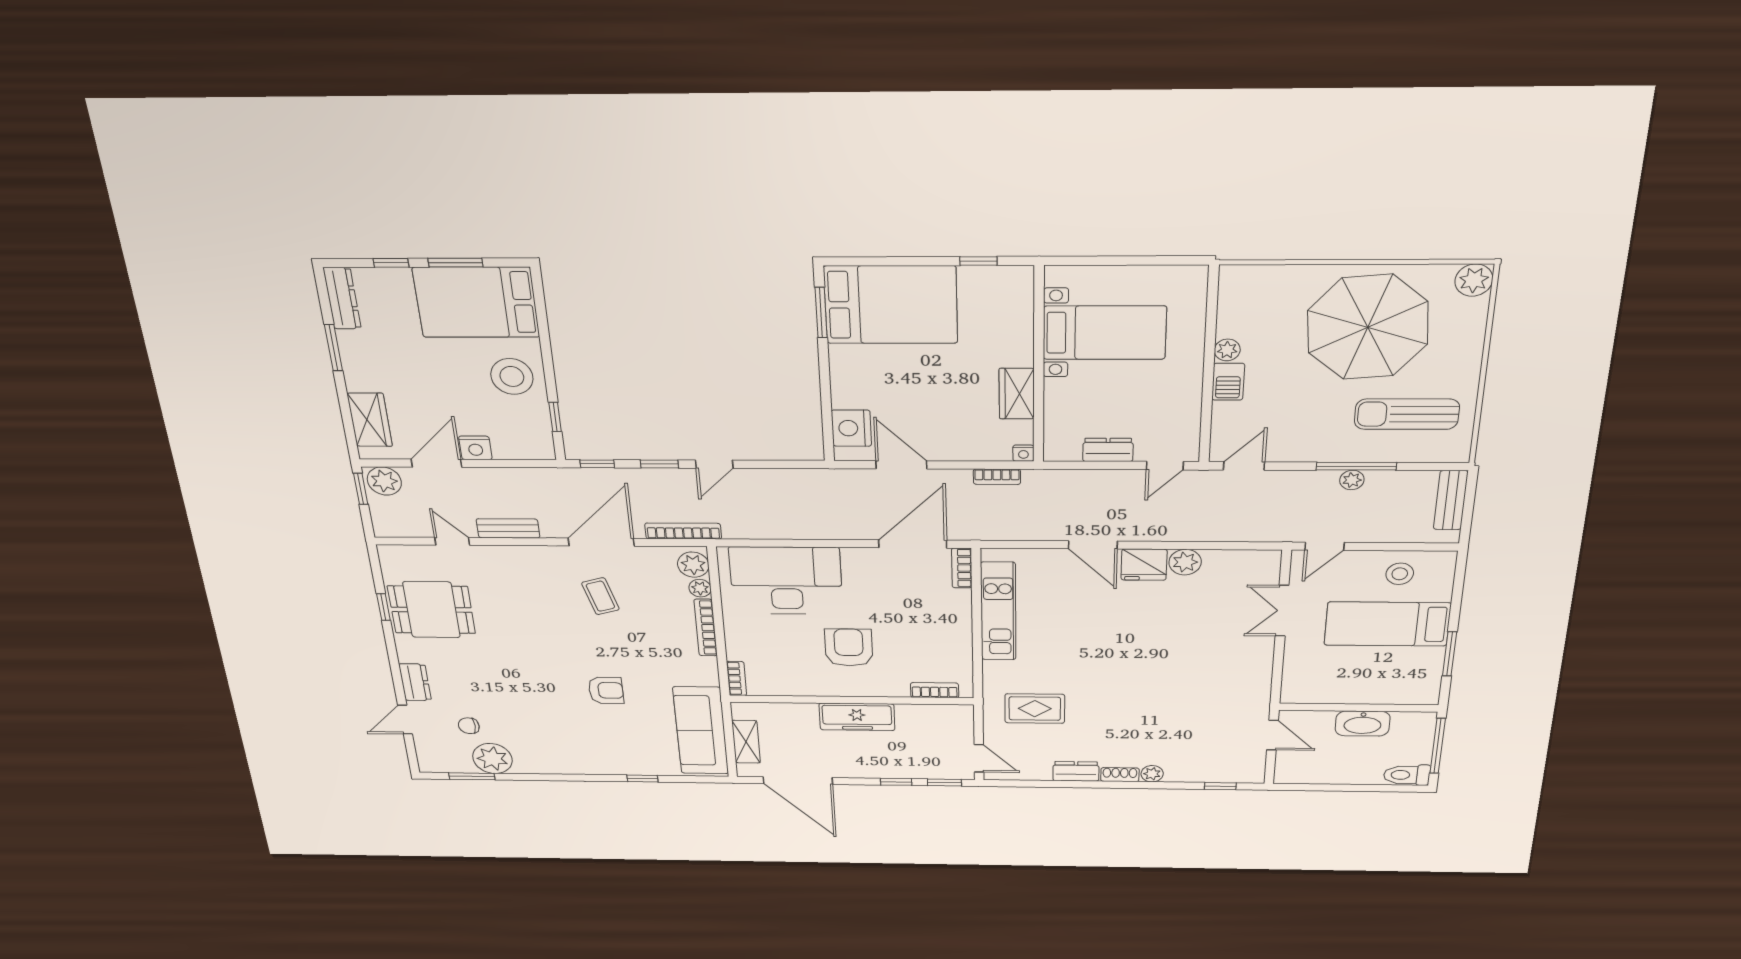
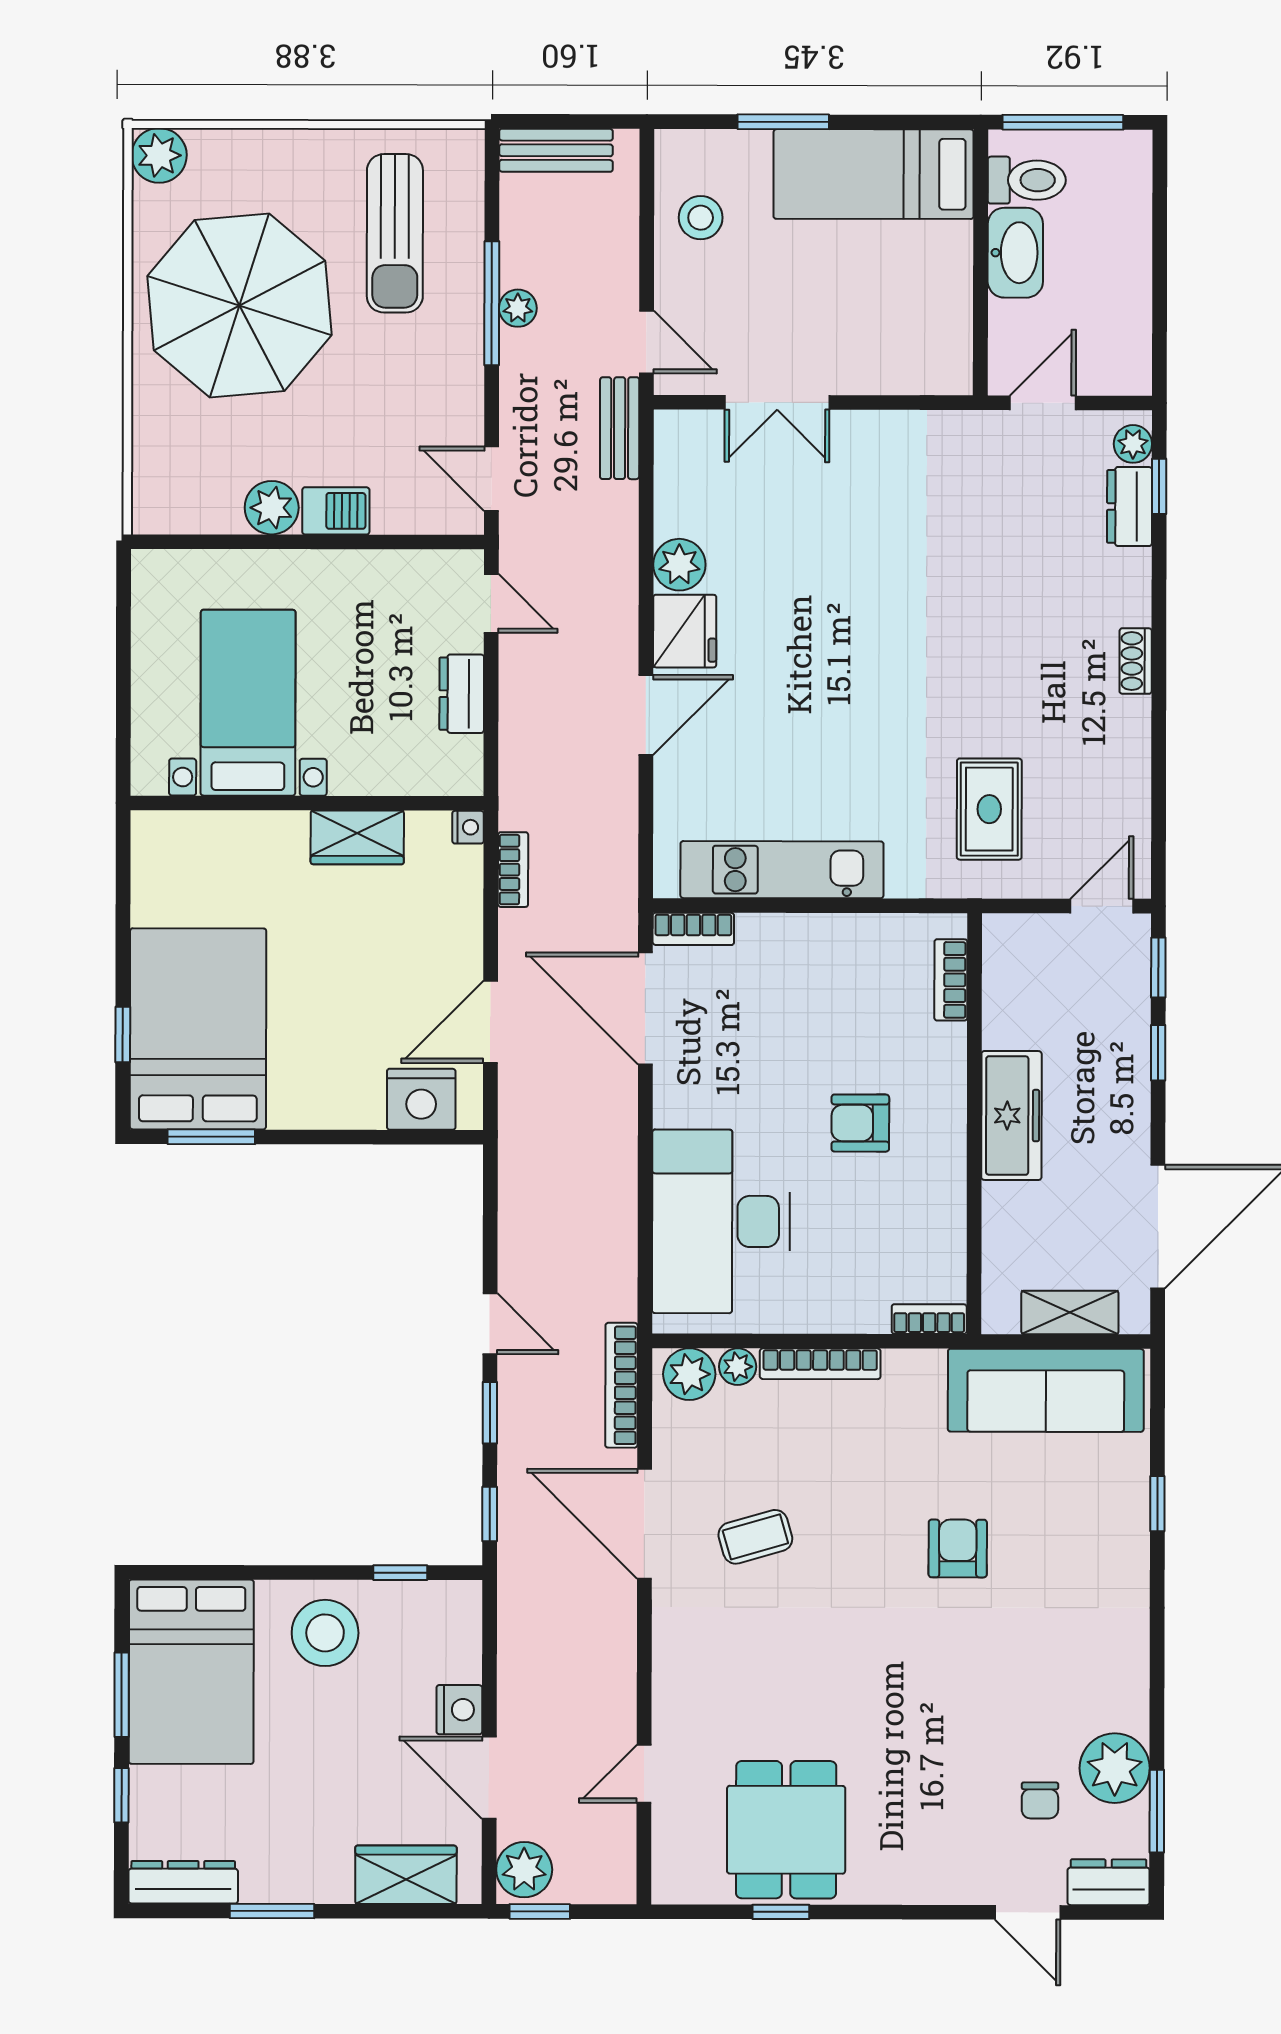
window: (978, 261) -> (123, 1035), moved
plant: (1227, 350) -> (272, 508), width x1.38, depth x1.38
bench: (508, 528) -> (620, 428), moved
bed: (1387, 624) -> (874, 174), moved, turned 90
armchair: (849, 648) -> (860, 1123), width x0.72, depth x0.72
window: (1449, 654) -> (783, 122), moved
dresser: (415, 682) -> (1109, 1882), moved
dresser: (1076, 771) -> (1130, 506), moved
plant: (1152, 774) -> (1133, 444), moved
toilet: (1407, 775) -> (1027, 180), moved, turned -90

